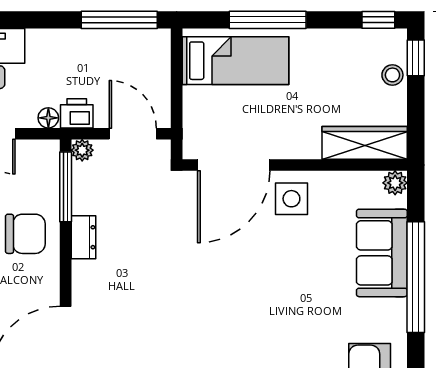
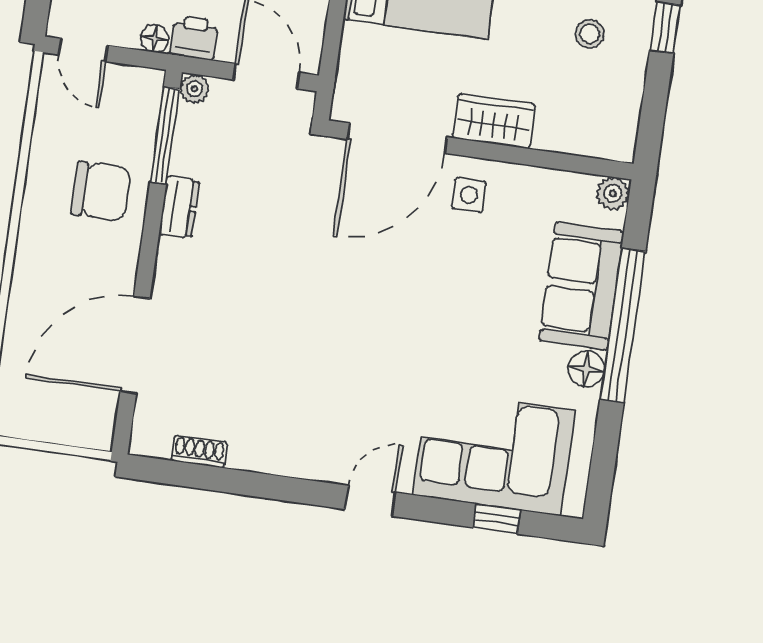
stool: (392, 75) -> (590, 34), moved
wardrobe: (365, 143) -> (494, 121), moved, width x0.67
side table: (291, 199) -> (469, 195), width x0.73, depth x0.73
floor lamp: (394, 312) -> (586, 369), added

